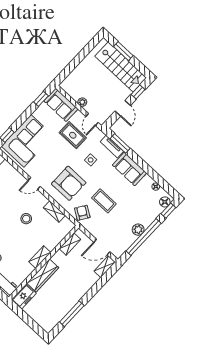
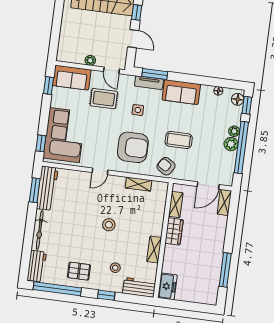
stool: (26, 219) -> (109, 225), moved
plant: (147, 222) -> (234, 131), added
shelving: (40, 257) -> (154, 249), moved
wardrobe: (43, 275) -> (174, 231), moved, width x0.67

